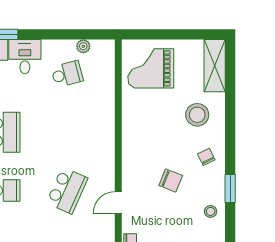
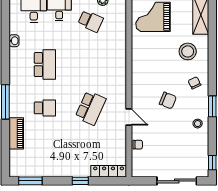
school desk: (67, 74) -> (91, 21), turned 39
door: (118, 203) -> (129, 117), swing flipped

